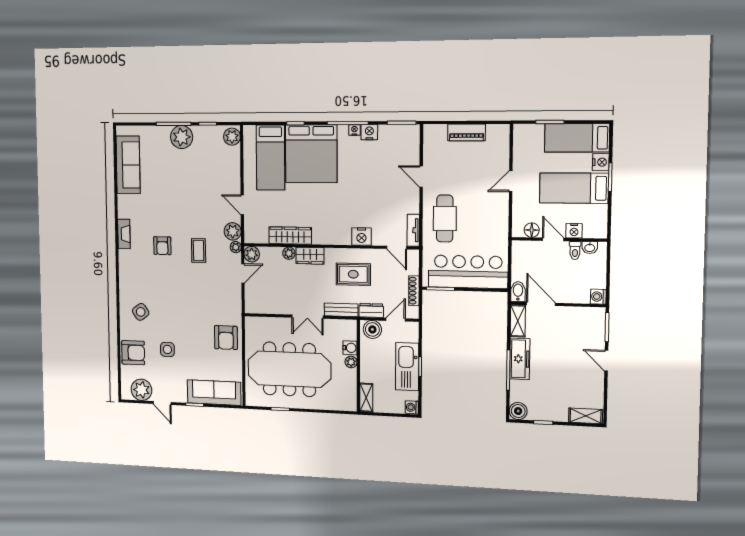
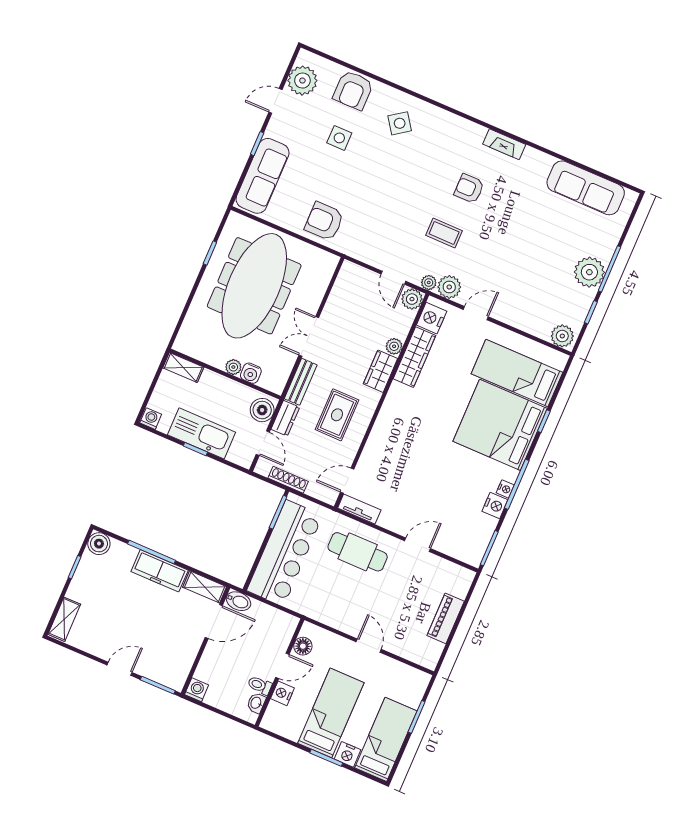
nightstand: (361, 237) -> (432, 318), moved

